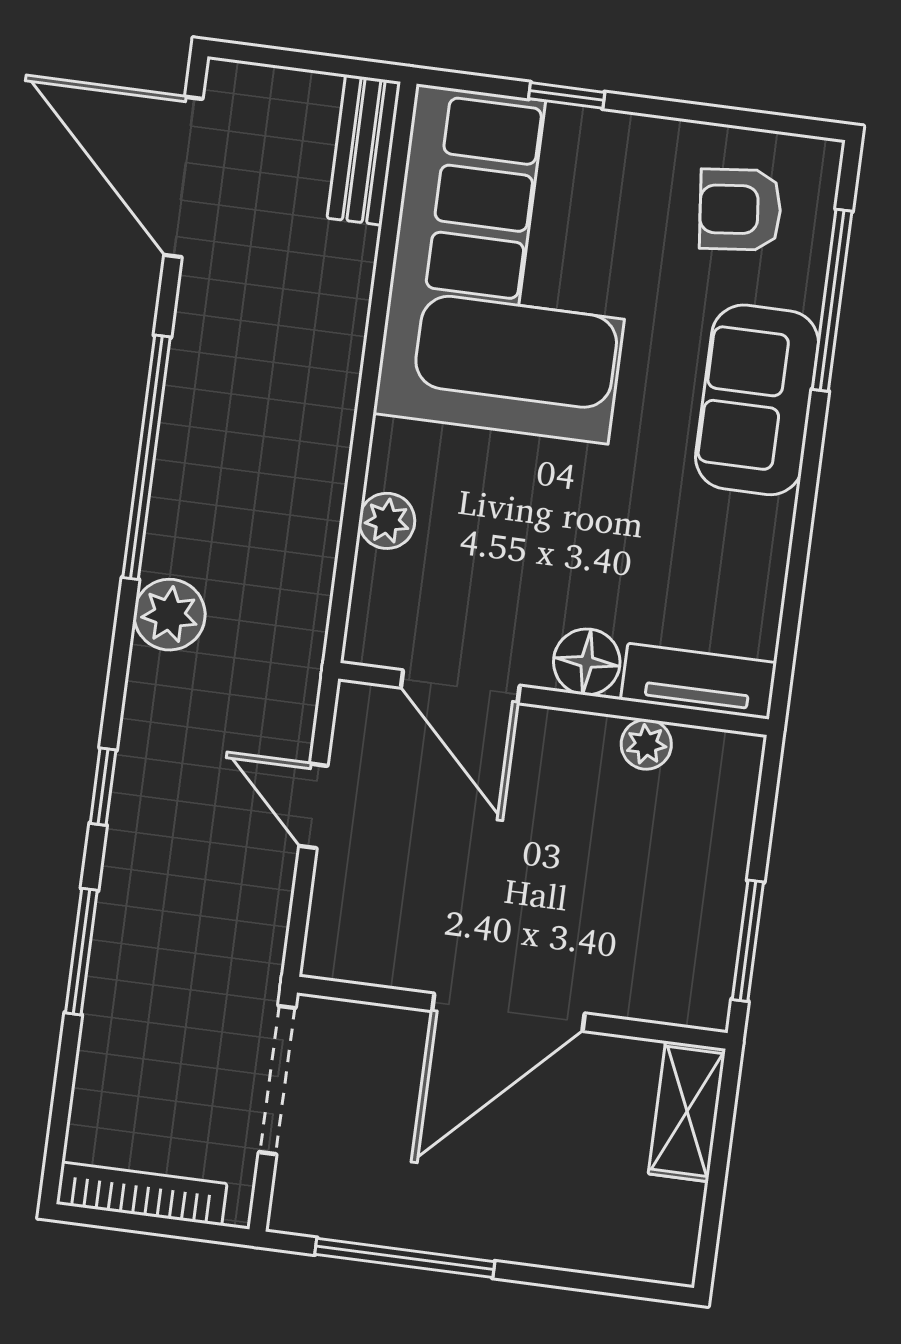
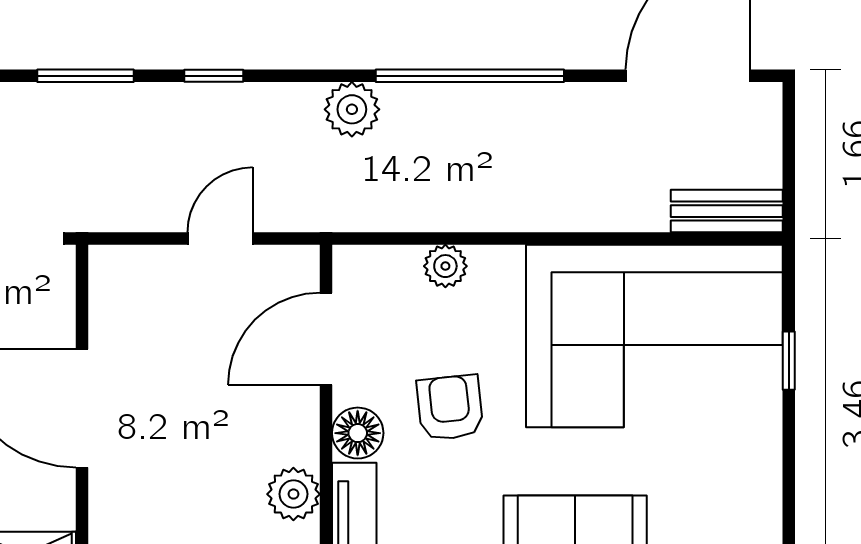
armchair: (740, 210) -> (450, 408), moved
plant: (646, 744) -> (293, 494), width x1.38, depth x1.38

